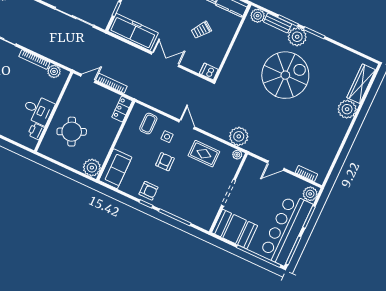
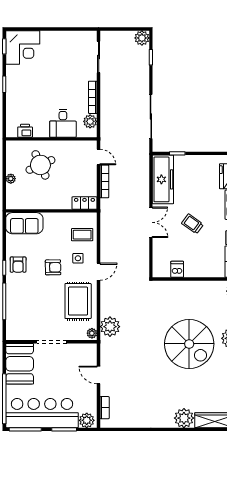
trolley: (201, 30) -> (192, 224), moved
dishwasher: (209, 71) -> (177, 269), moved
desk: (38, 110) -> (63, 123), moved
rug: (204, 154) -> (78, 301), width x1.36, depth x1.43
plant: (92, 168) -> (11, 179), moved, width x0.53, depth x0.53

